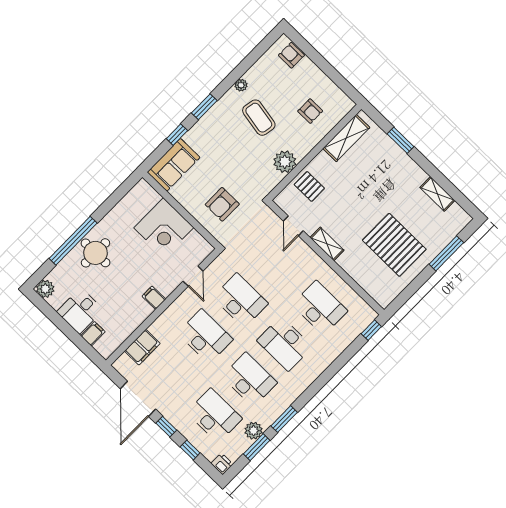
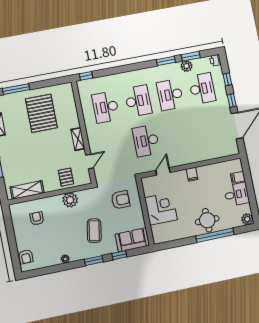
coffee table: (259, 118) -> (94, 231), moved
desk: (205, 336) -> (178, 134), removed
filing cabinet: (142, 347) -> (216, 152), removed
desk: (214, 416) -> (202, 89), turned 180

